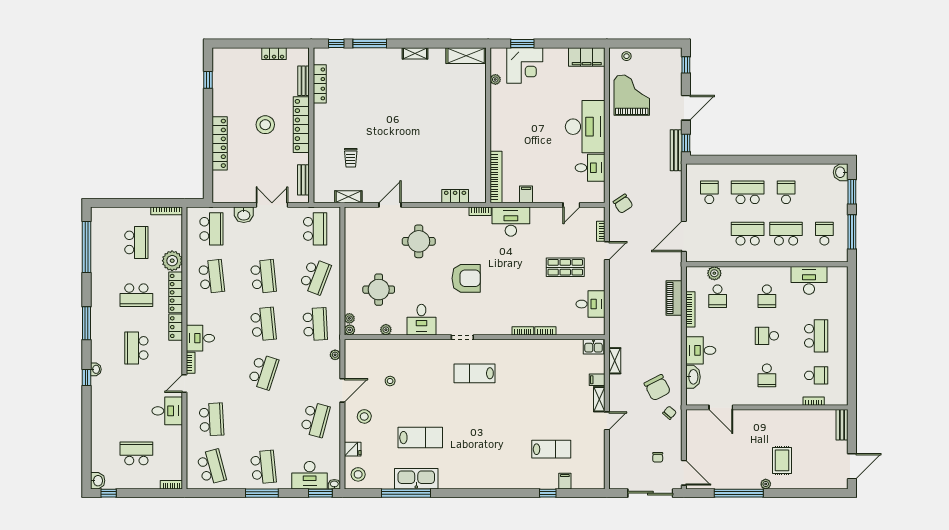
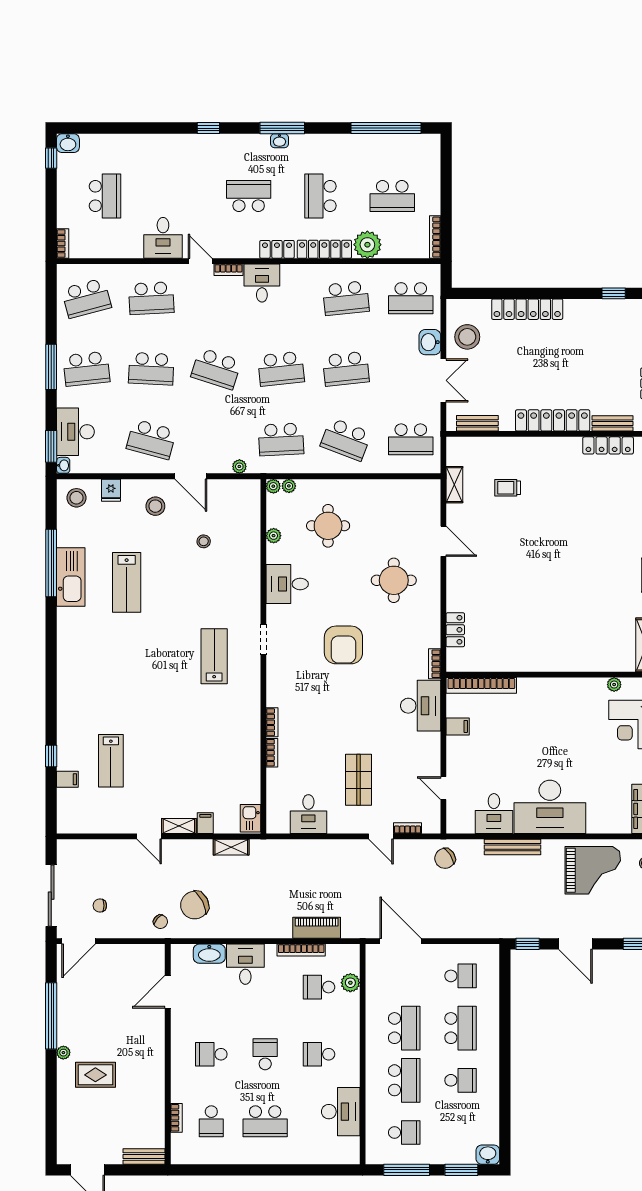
stool: (265, 125) -> (467, 337), moved
bench: (676, 150) -> (513, 847), moved
washbasin: (96, 369) -> (280, 141), moved
school desk: (263, 419) -> (151, 369), added

